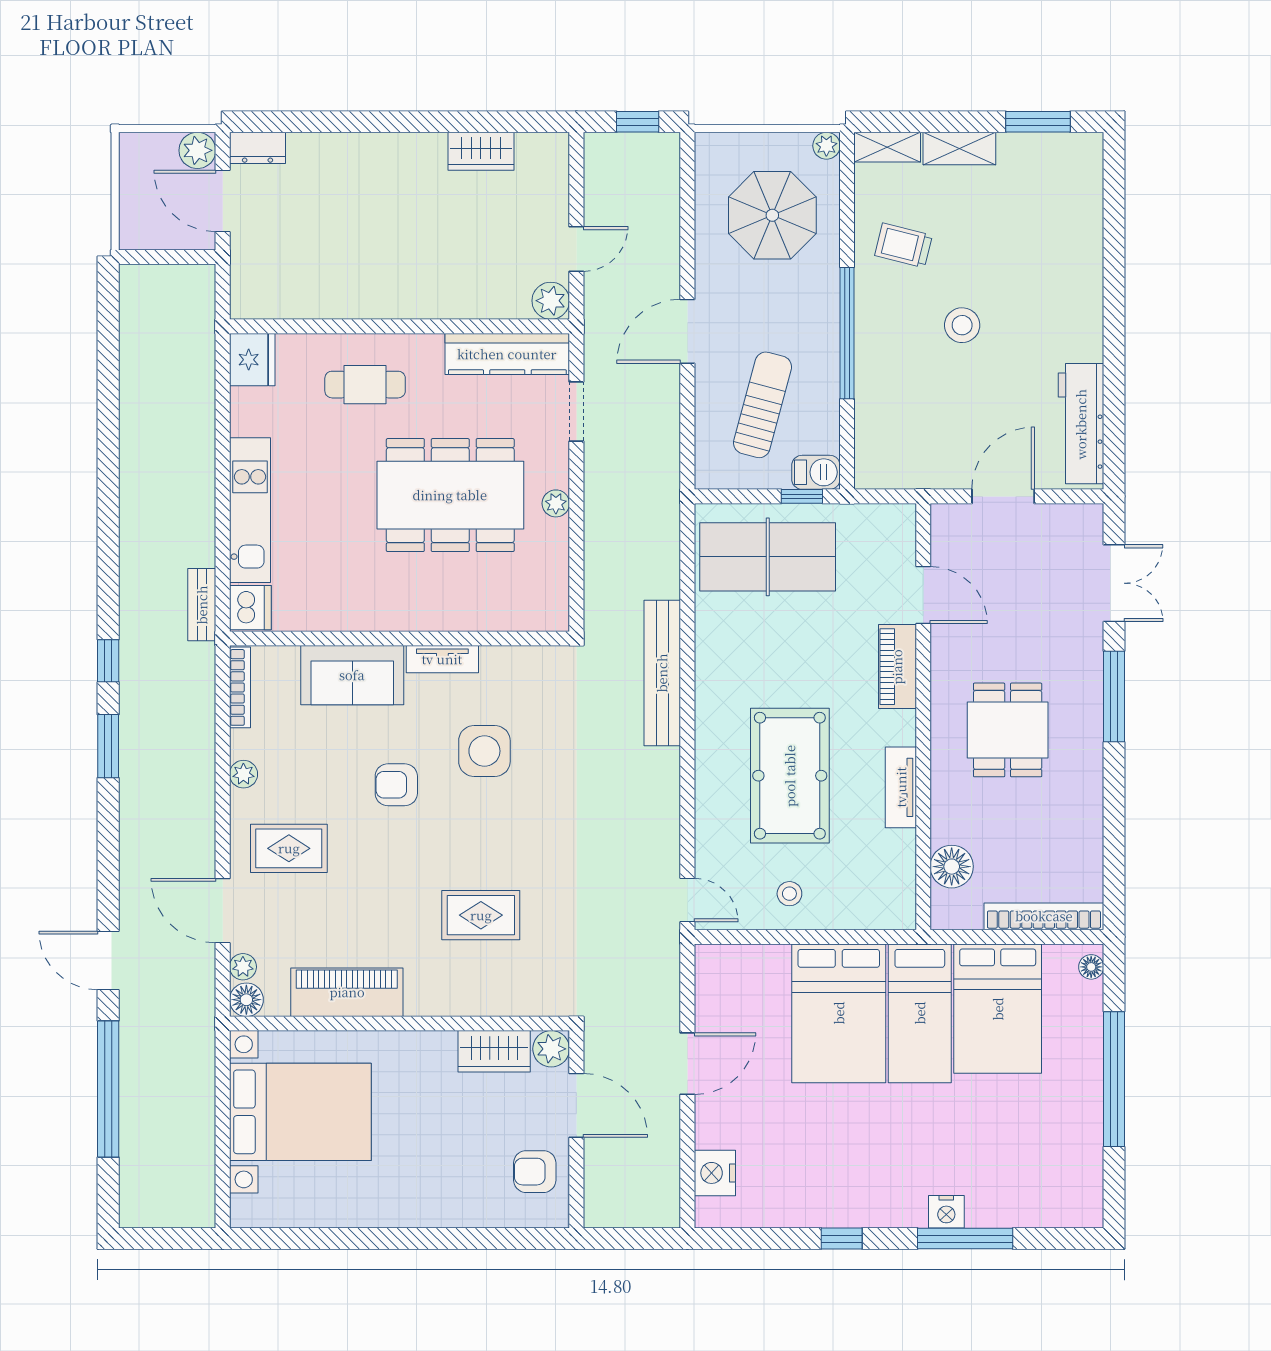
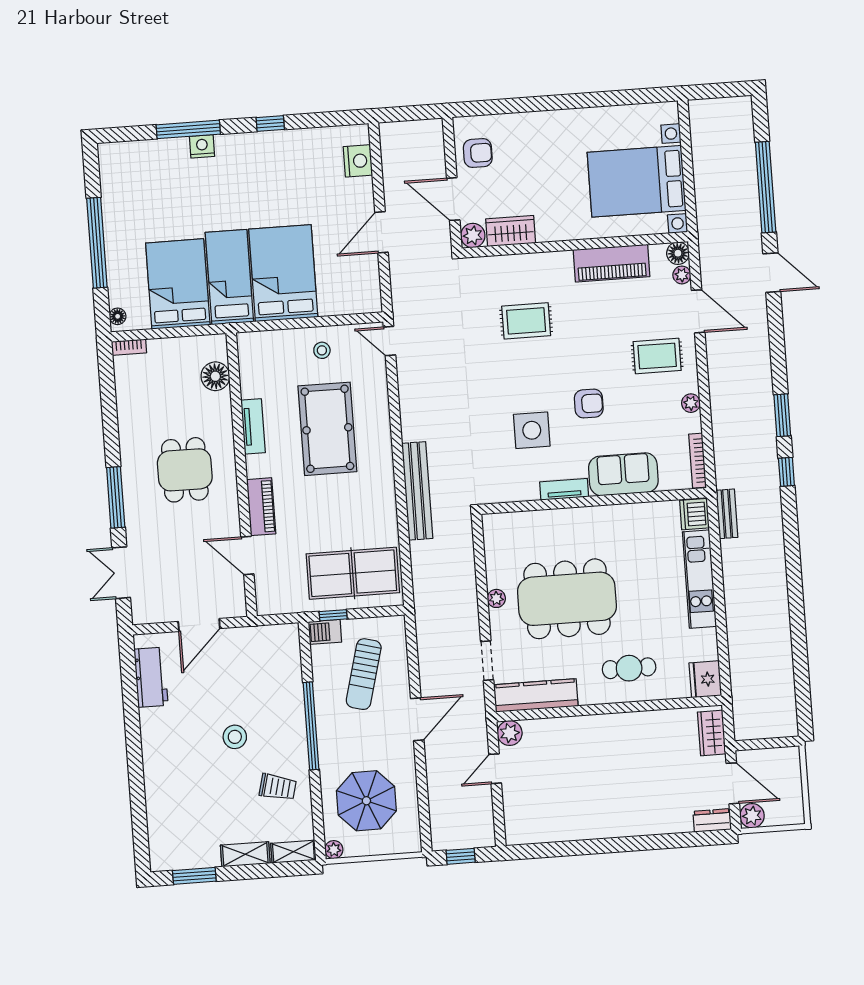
wardrobe: (481, 151) -> (712, 733), moved, turned -90
workbench: (1081, 424) -> (151, 677), width x0.73
bookcase: (1044, 916) -> (129, 347), width x0.43, depth x0.76

